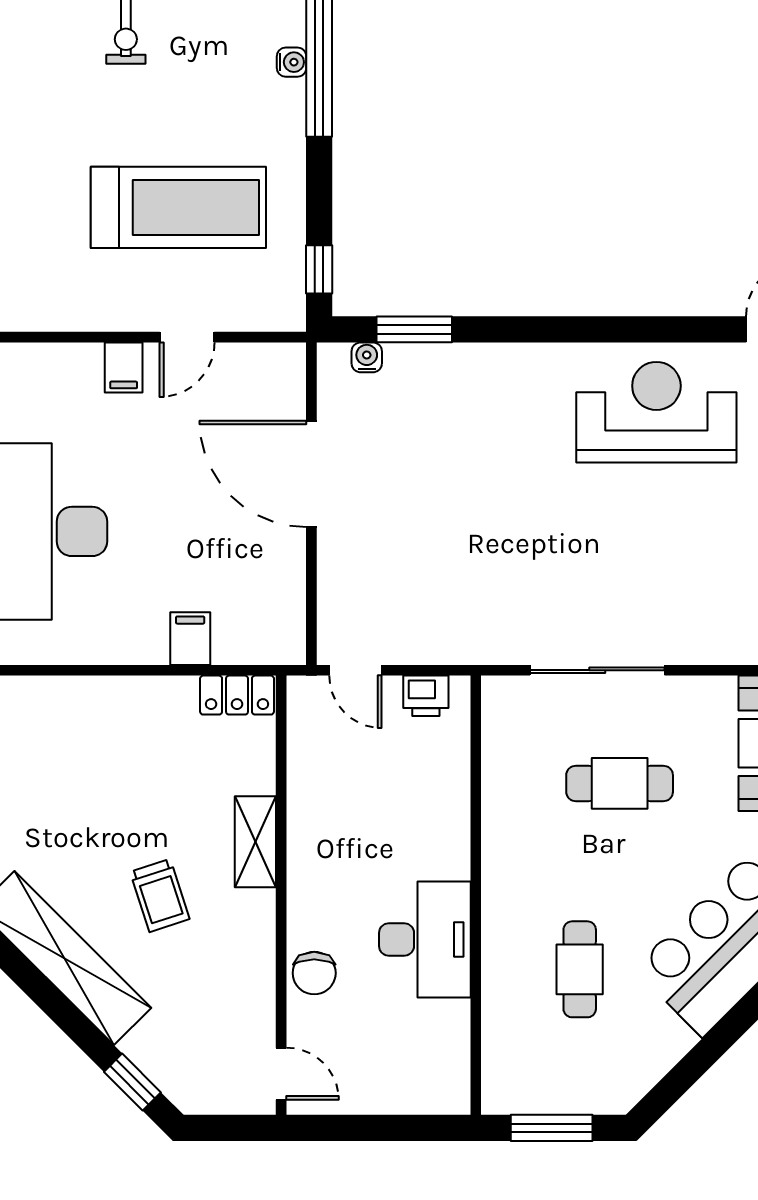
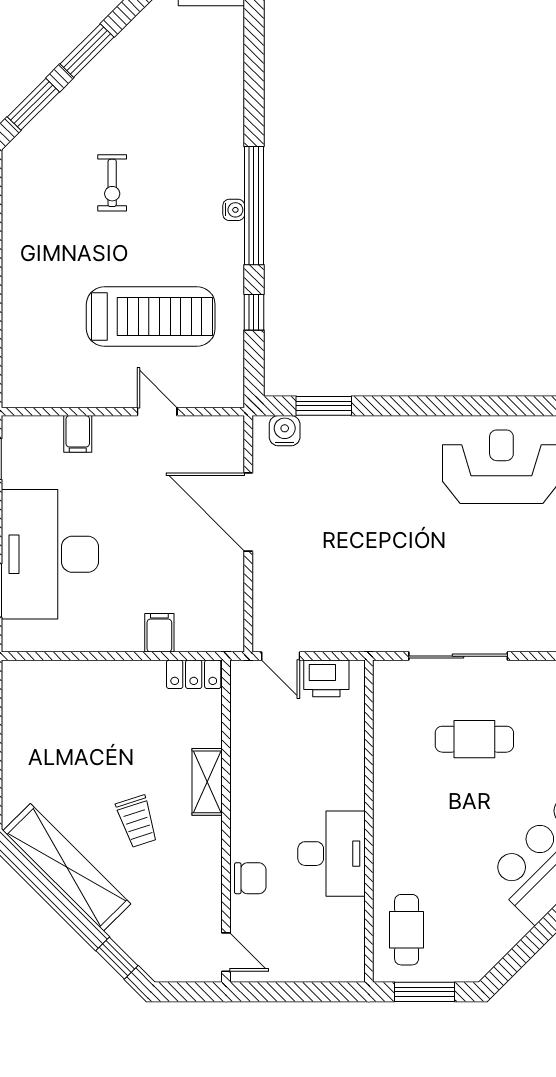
window: (319, 269) -> (254, 312), moved
door: (187, 337) -> (157, 412), swing flipped
water cooler: (367, 357) -> (285, 431), width x1.38, depth x1.38
filing cabinet: (124, 367) -> (78, 434), moved
printer: (426, 696) -> (326, 678), width x1.36, depth x1.24
cafe table: (580, 969) -> (407, 930), moved
chair: (314, 973) -> (250, 878), turned -90

